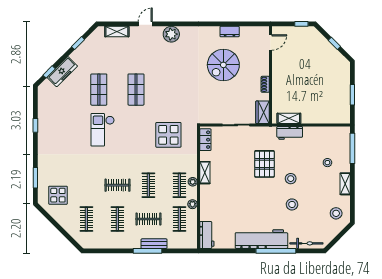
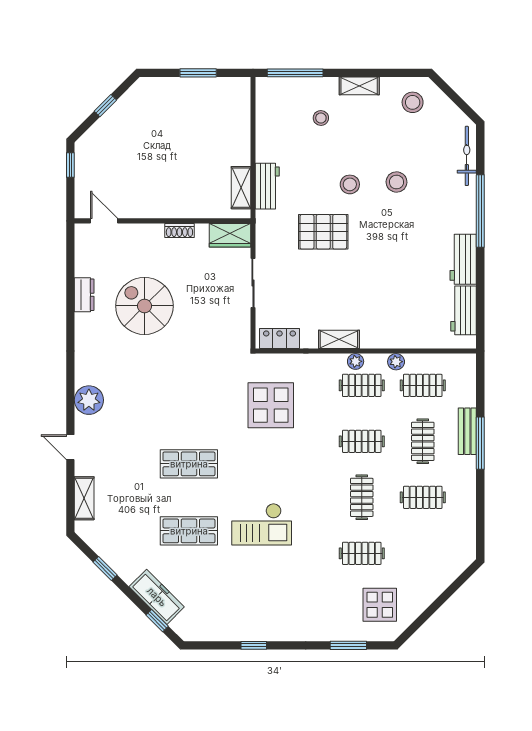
spiral stairs: (223, 65) -> (144, 306), turned 180
clothes rail: (86, 219) -> (362, 553), moved
workbench: (207, 235) -> (464, 310), moved, turned -90
workbench: (261, 239) -> (463, 259), width x0.53, depth x0.76

